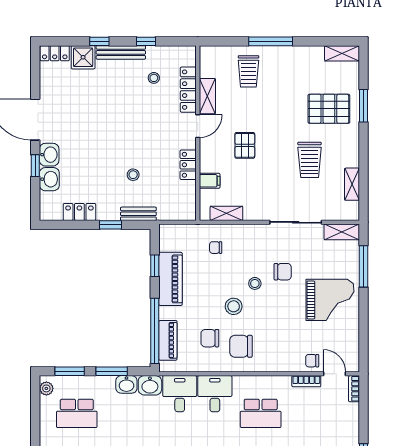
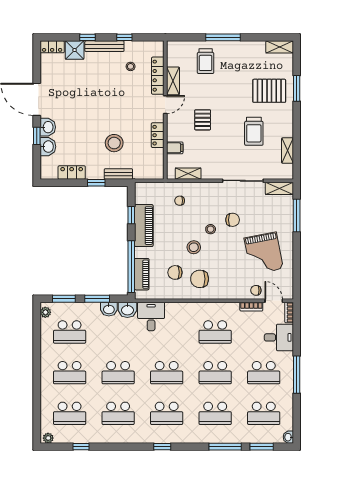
stool: (133, 175) -> (114, 143), width x1.89, depth x1.89
grand piano: (330, 300) -> (264, 253), moved, turned 79
desk: (215, 394) -> (279, 337), moved, turned 90

